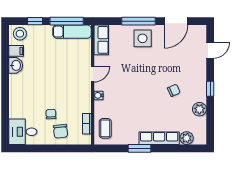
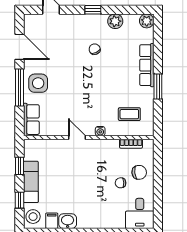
window: (67, 21) -> (19, 166), width x0.46
exam couch: (72, 32) -> (31, 182), moved
row of seats: (101, 40) -> (31, 120), moved, turned 90
coffee table: (105, 128) -> (129, 114), moved
plant: (187, 138) -> (147, 21), moved

